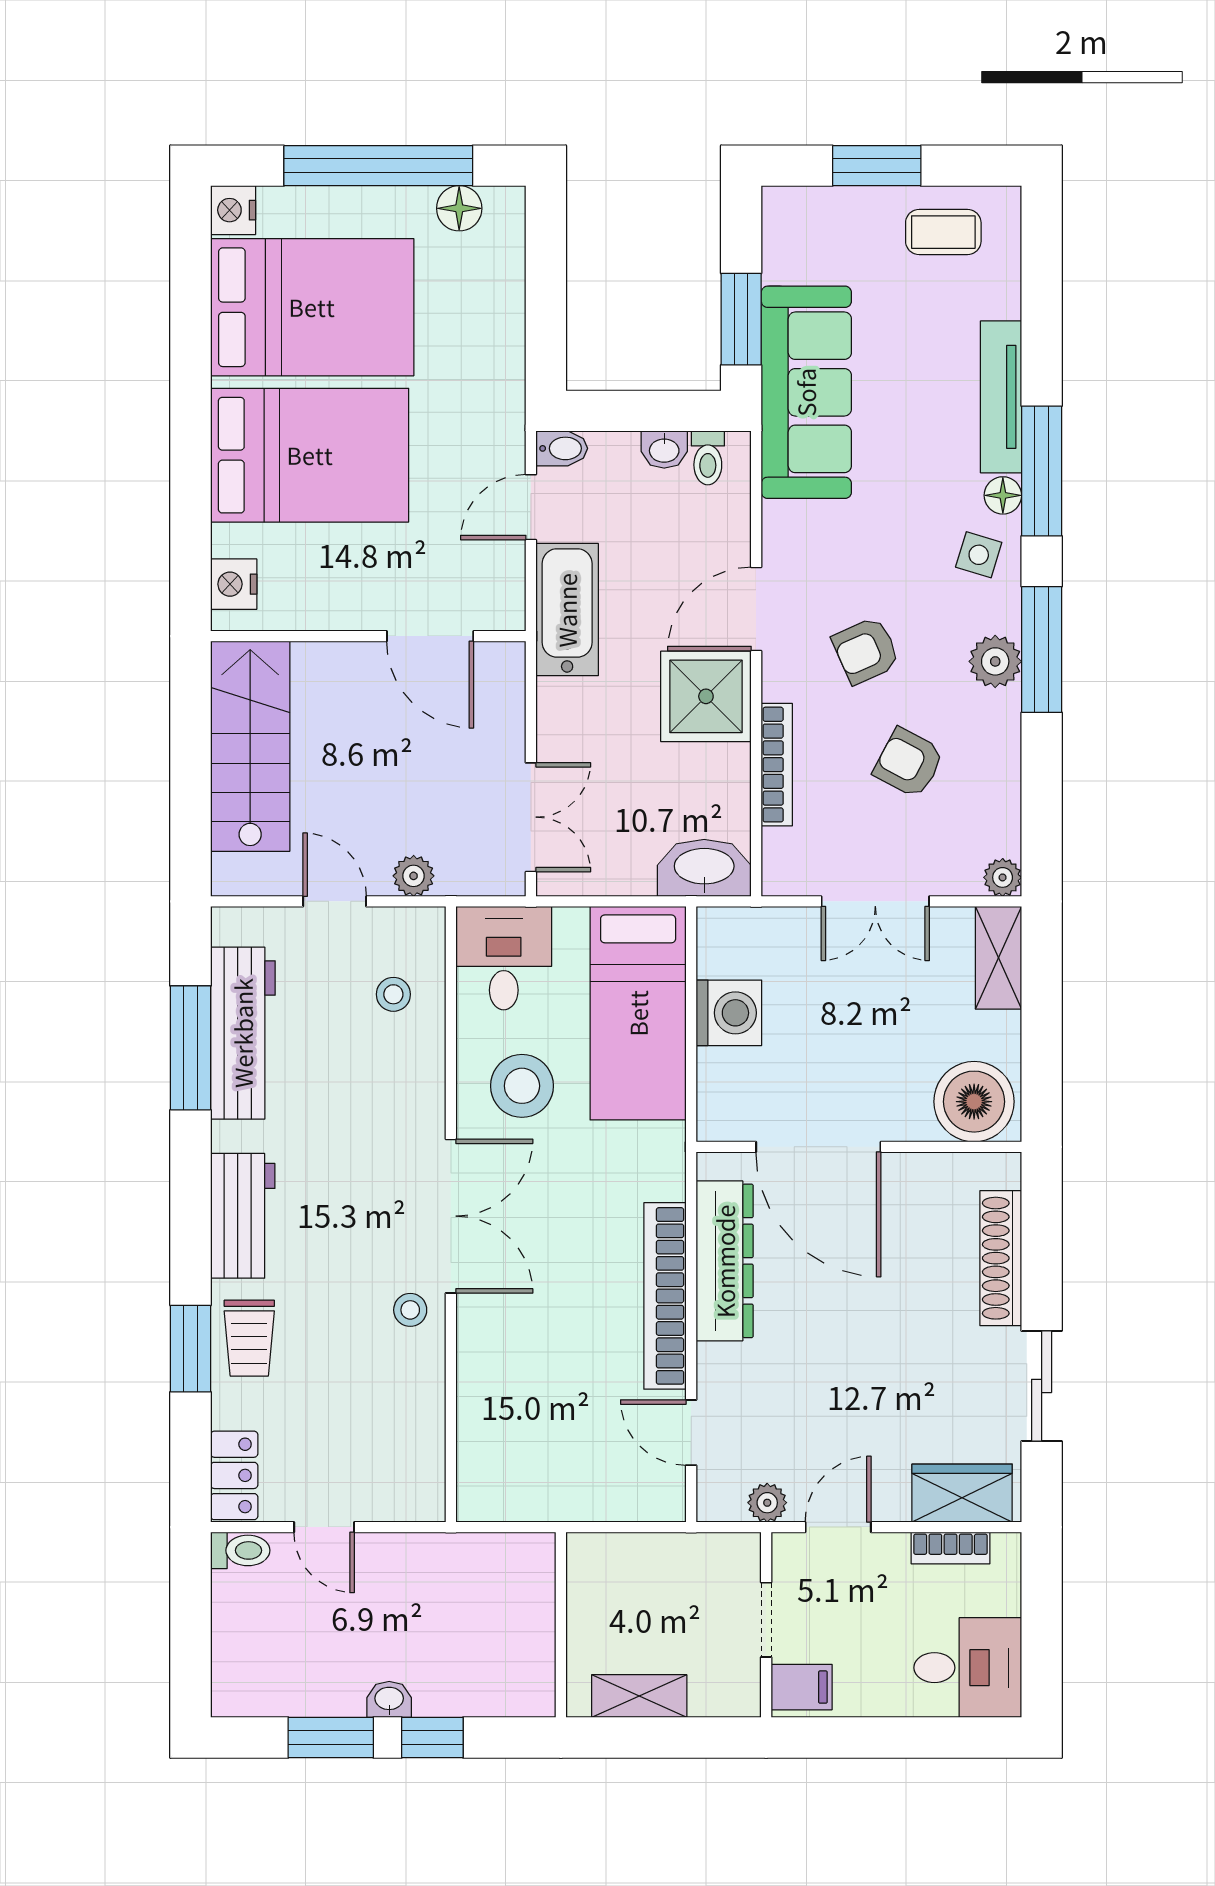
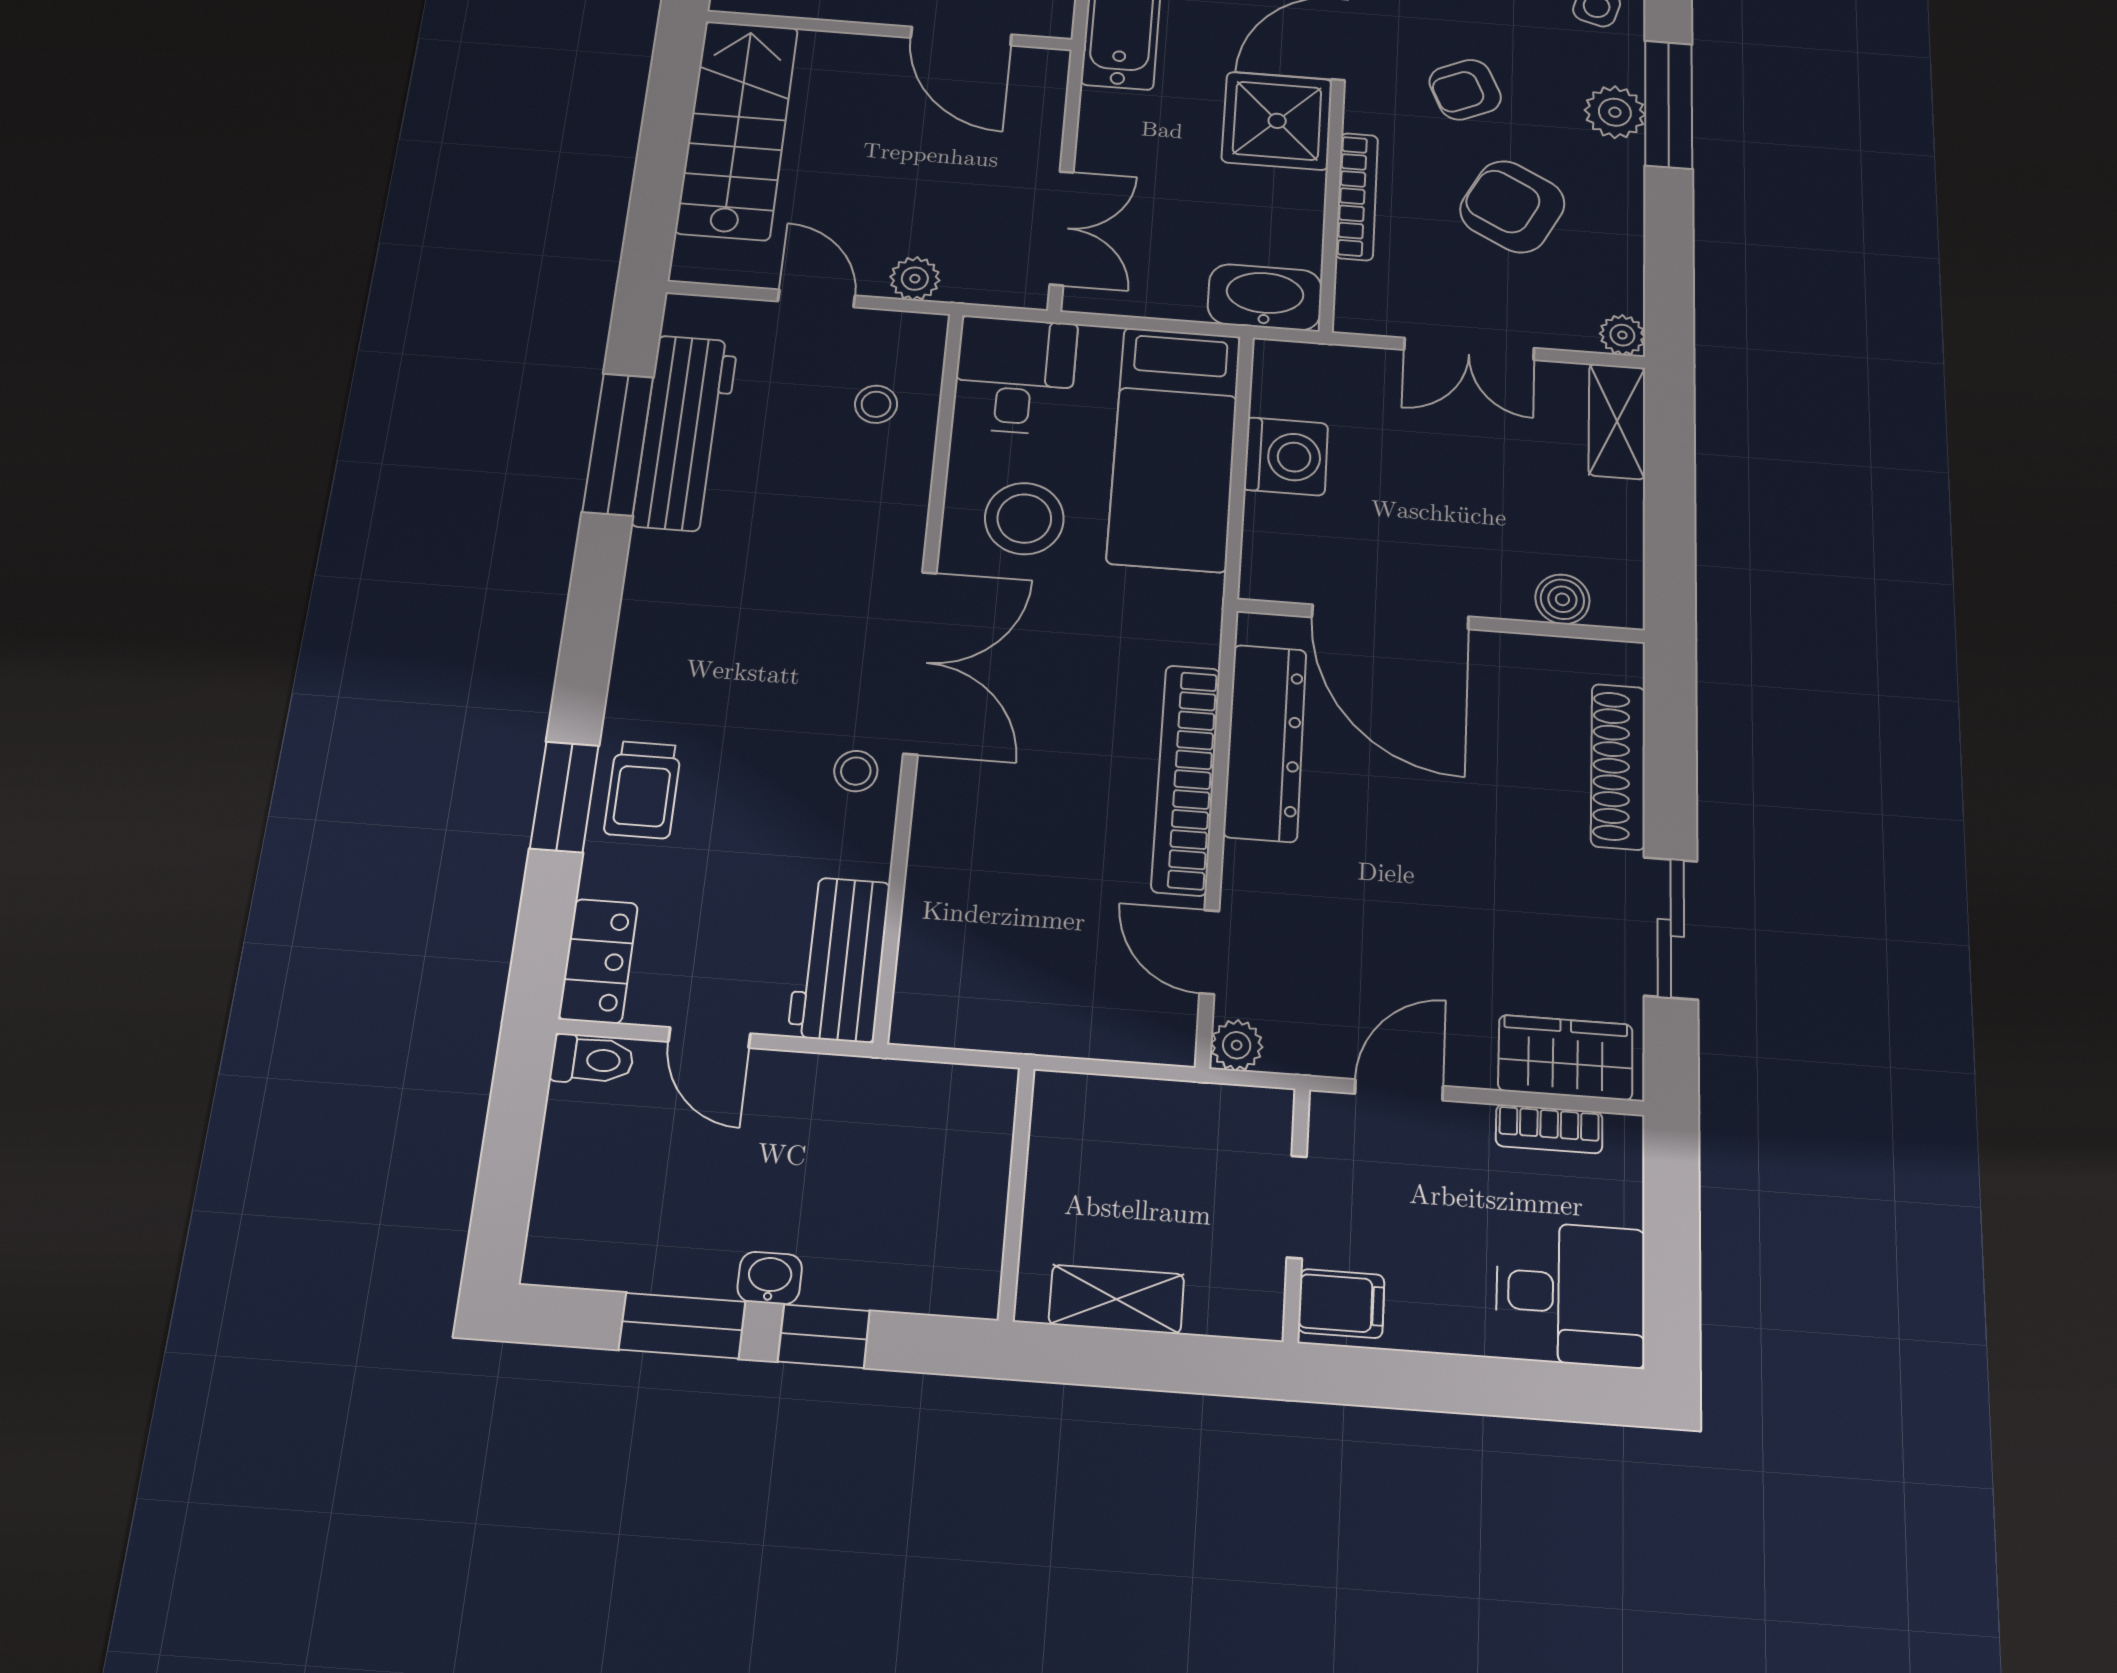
armchair: (909, 763) -> (1512, 207), width x1.38, depth x1.38
boiler: (974, 1102) -> (1562, 599), width x0.54, depth x0.54
workbench: (243, 1216) -> (839, 959), moved, turned 180
plant: (767, 1503) -> (1237, 1045), moved

